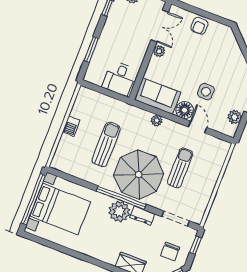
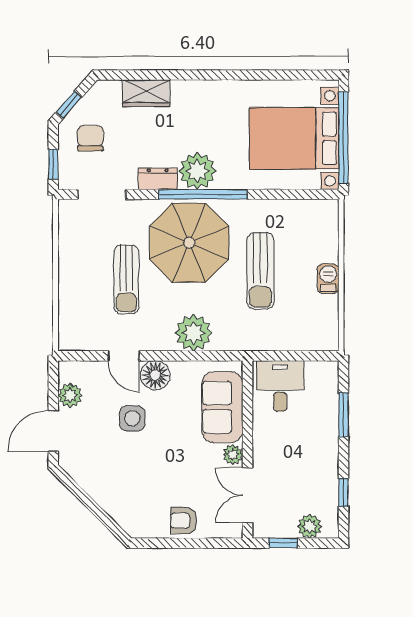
armchair: (199, 26) -> (184, 521), turned -90
sofa: (158, 96) -> (222, 407), moved, turned 90
plant: (157, 120) -> (194, 333), width x1.87, depth x1.87

